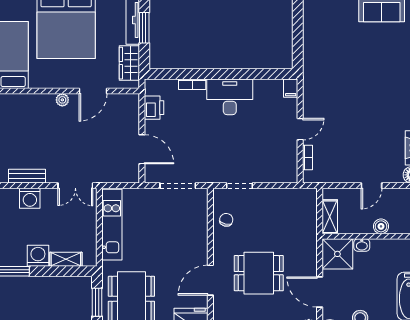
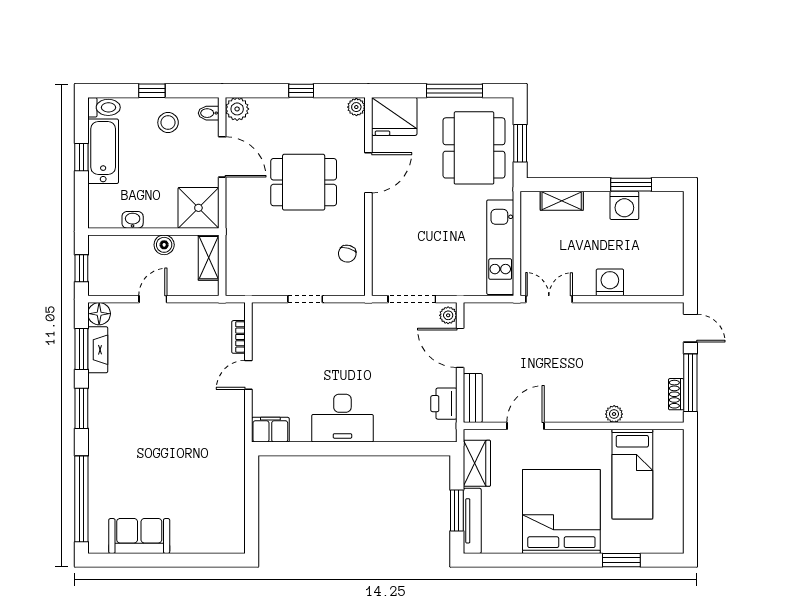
bookcase: (192, 84) -> (393, 435), removed
filing cabinet: (291, 88) -> (270, 430), width x2.00
plant: (62, 100) -> (614, 414), moved
plant: (151, 174) -> (448, 315), added
bench: (27, 176) -> (473, 398), moved, turned 90
doorway: (240, 186) -> (305, 299), moved
boiler: (381, 226) -> (164, 245), moved
washbasin: (362, 245) -> (133, 220), moved
washing machine: (38, 256) -> (624, 205), moved

